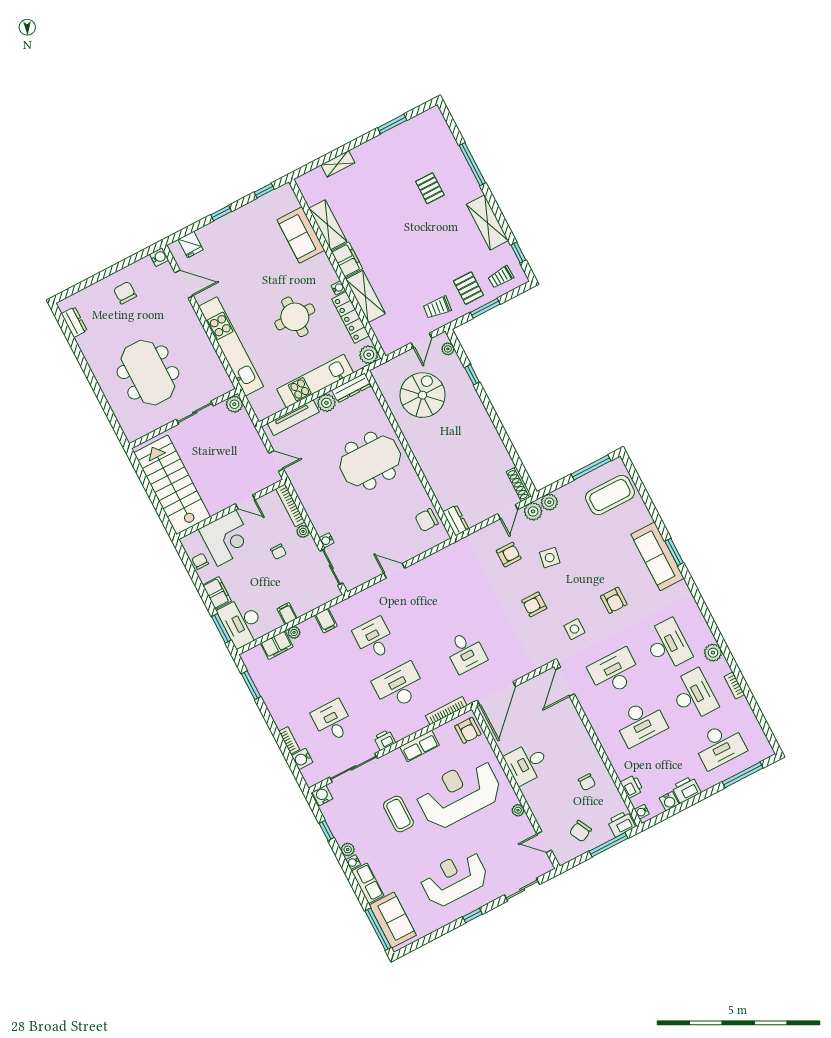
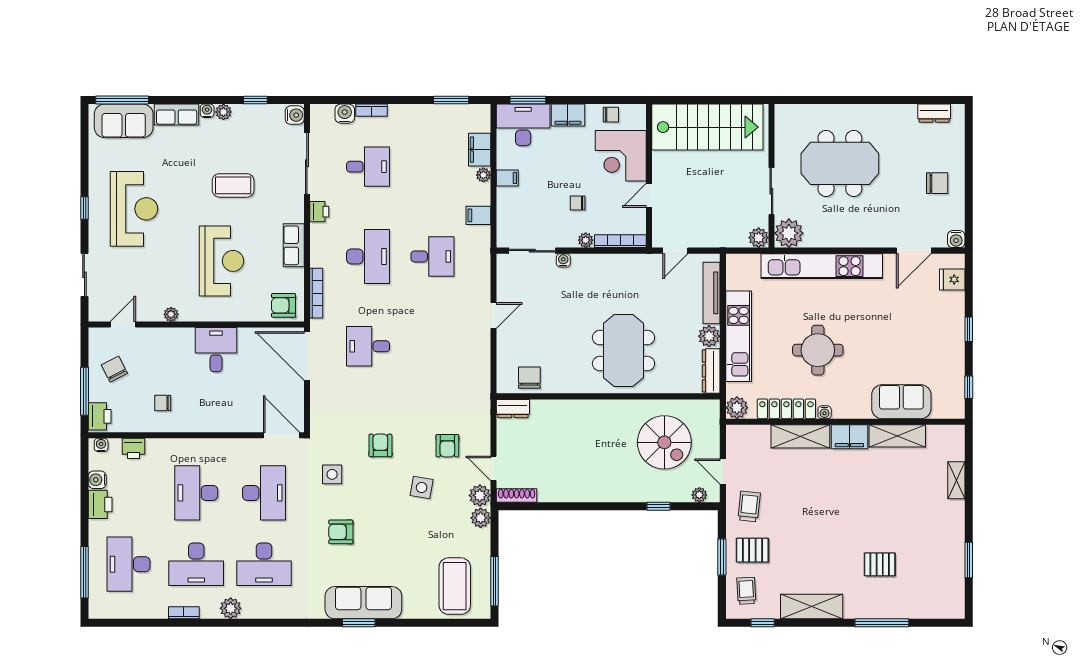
plant: (219, 383) -> (789, 233), added
reception desk: (459, 793) -> (222, 261), width x0.74, depth x0.77

